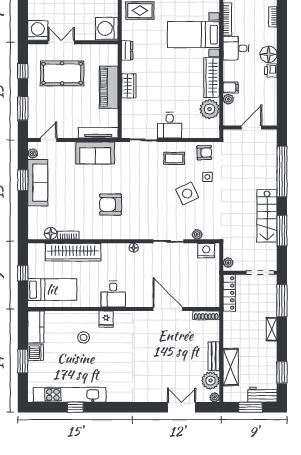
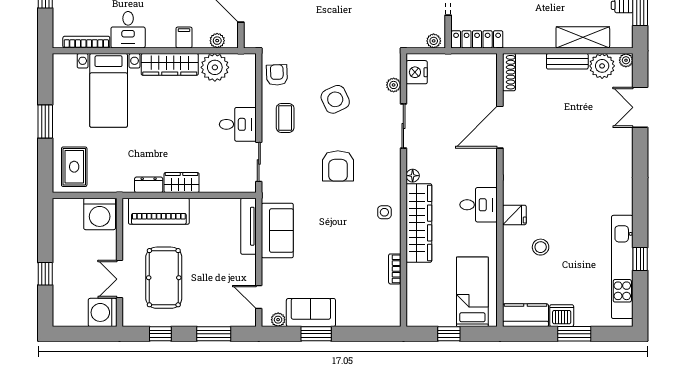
dresser: (127, 50) -> (149, 185), moved
piano: (109, 87) -> (159, 211), moved
plant: (228, 99) -> (217, 41), moved
side table: (207, 177) -> (384, 212), moved
sofa: (38, 183) -> (311, 313), width x0.73
armchair: (111, 205) -> (338, 166), moved
floor lamp: (51, 233) -> (392, 294), removed
wardrobe: (73, 252) -> (419, 223), moved

